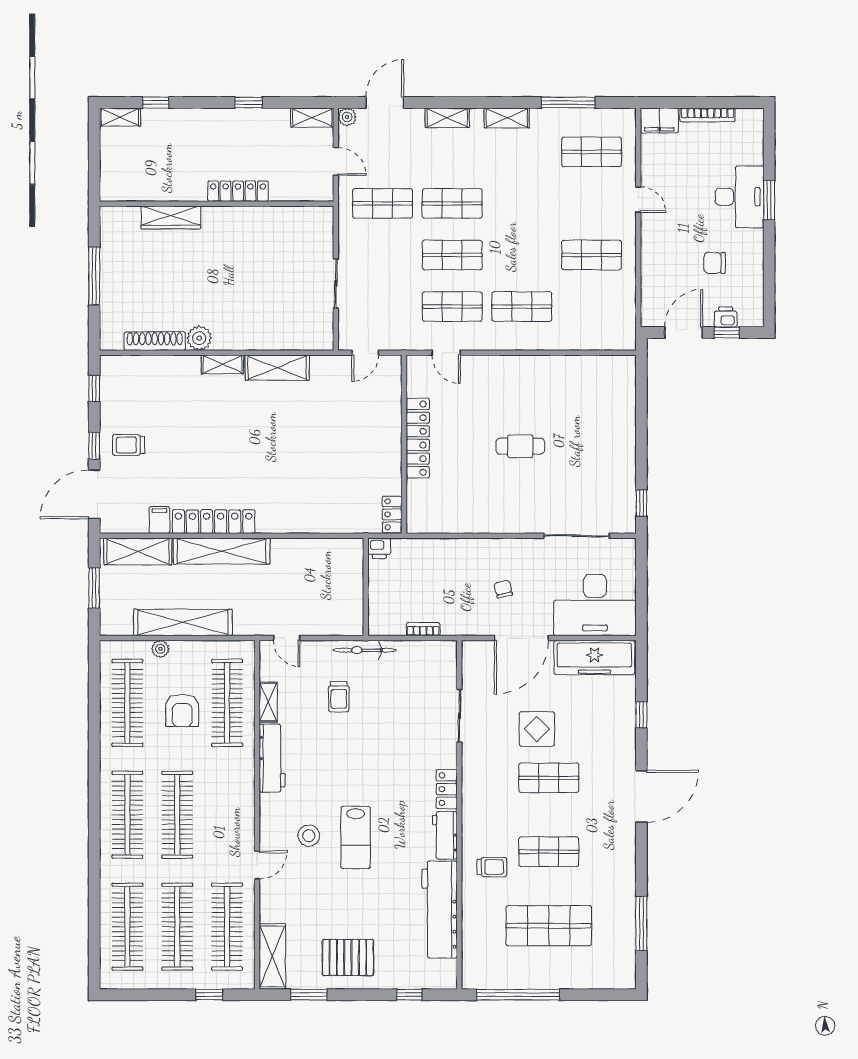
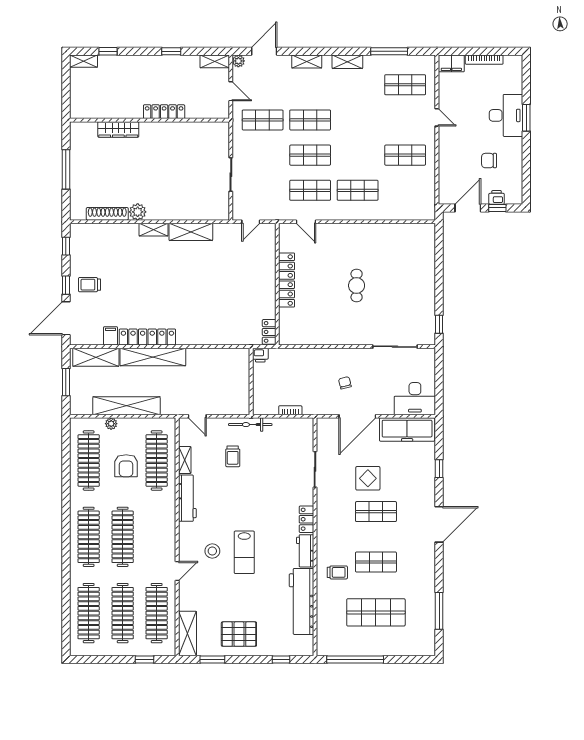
cafe table: (520, 446) -> (357, 286), turned 90
desk: (595, 605) -> (415, 399), width x0.73, depth x0.77

